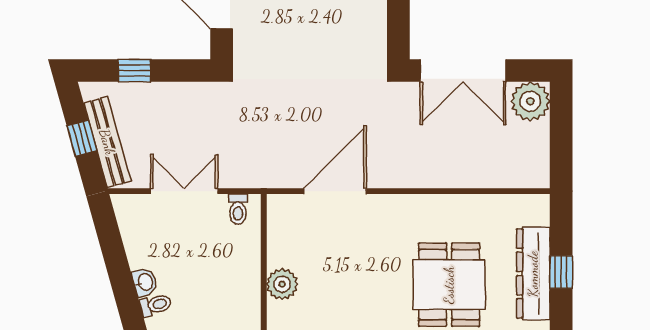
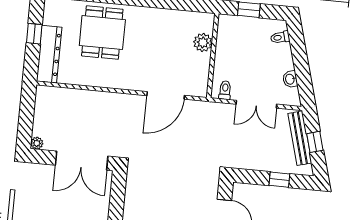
double door: (463, 71) -> (82, 161), swing flipped
plant: (530, 101) -> (37, 143), width x0.53, depth x0.53
dresser: (533, 274) -> (49, 54), moved
washbasin: (145, 282) -> (290, 79), moved

